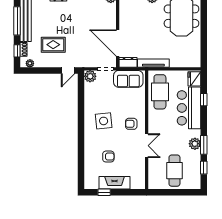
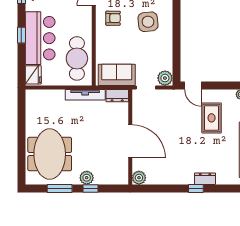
door: (118, 43) -> (130, 141), moved
rug: (53, 45) -> (212, 118), turned 90
door: (68, 70) -> (193, 86), swing flipped
window: (204, 100) -> (21, 35), moved

